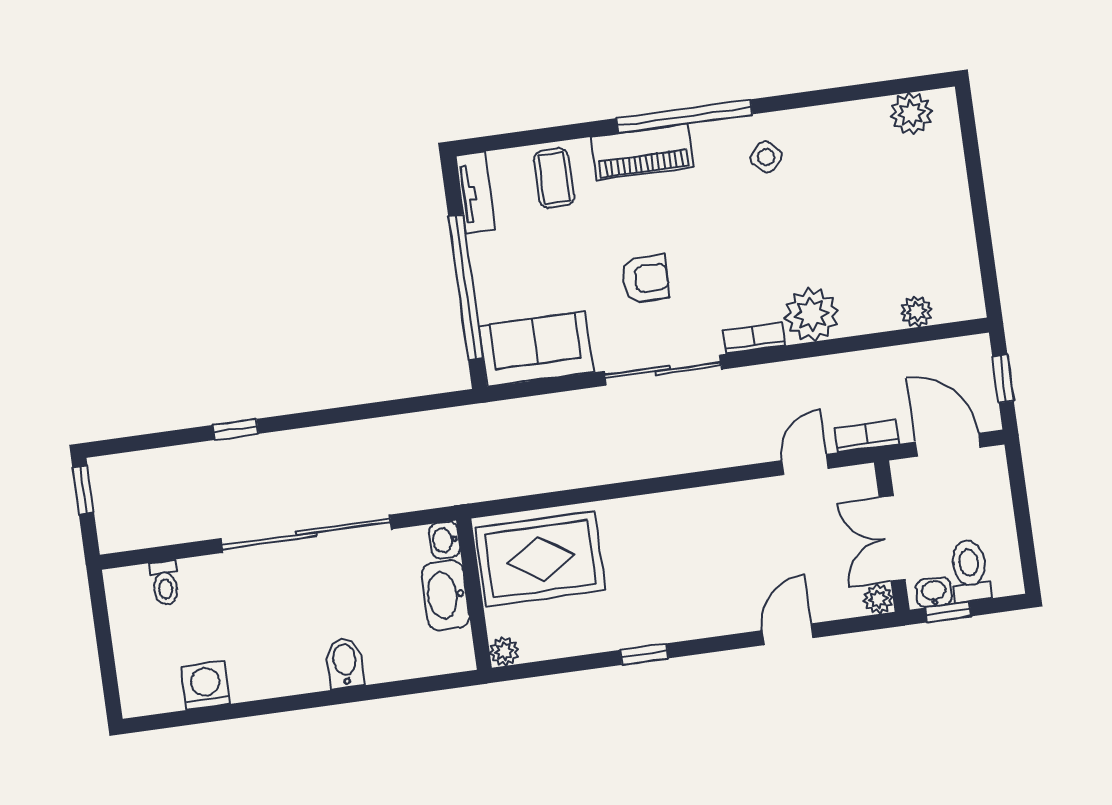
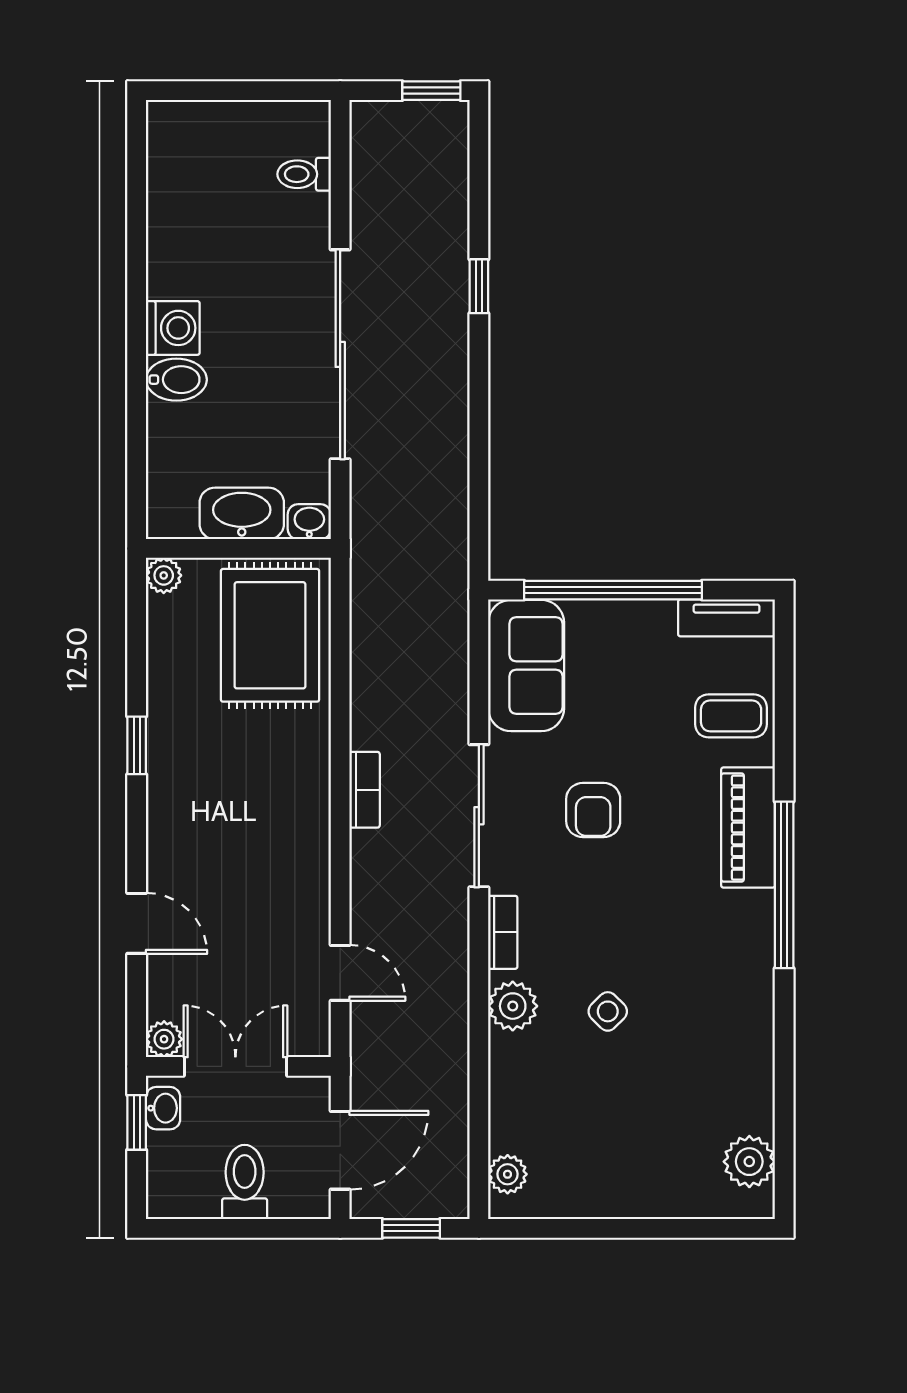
side table: (766, 157) -> (608, 1011), moved
plant: (917, 312) -> (508, 1174), moved
plant: (811, 314) -> (513, 1006), width x0.73, depth x0.73
bookcase: (867, 436) -> (365, 790), moved
toilet: (970, 571) -> (245, 1182), moved, turned -90
washing machine: (206, 685) -> (173, 328), moved

